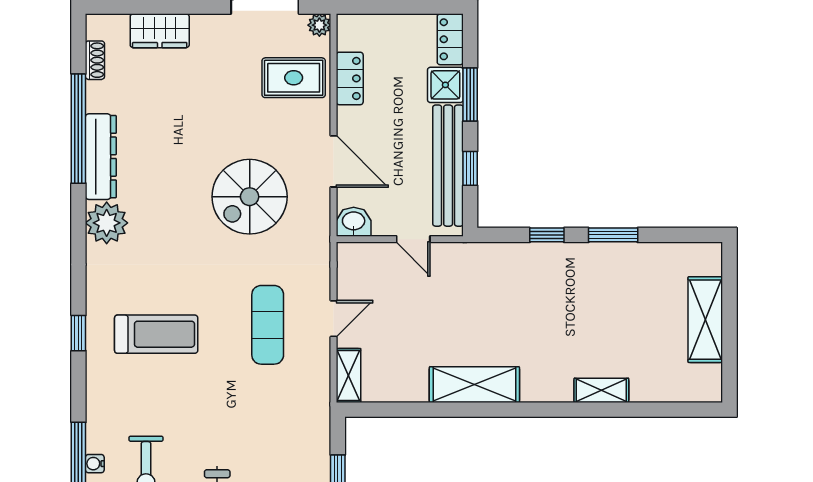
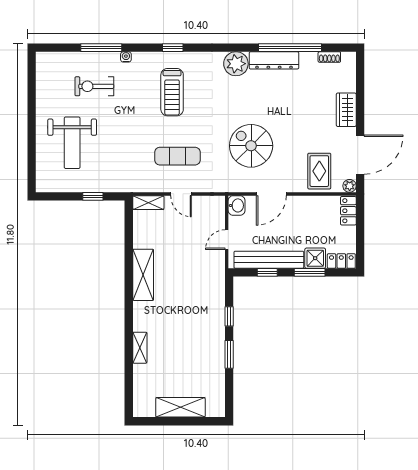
wardrobe: (160, 31) -> (346, 110), moved
locker: (350, 78) -> (348, 211), moved, turned 90
water cooler: (95, 464) -> (126, 57), moved

